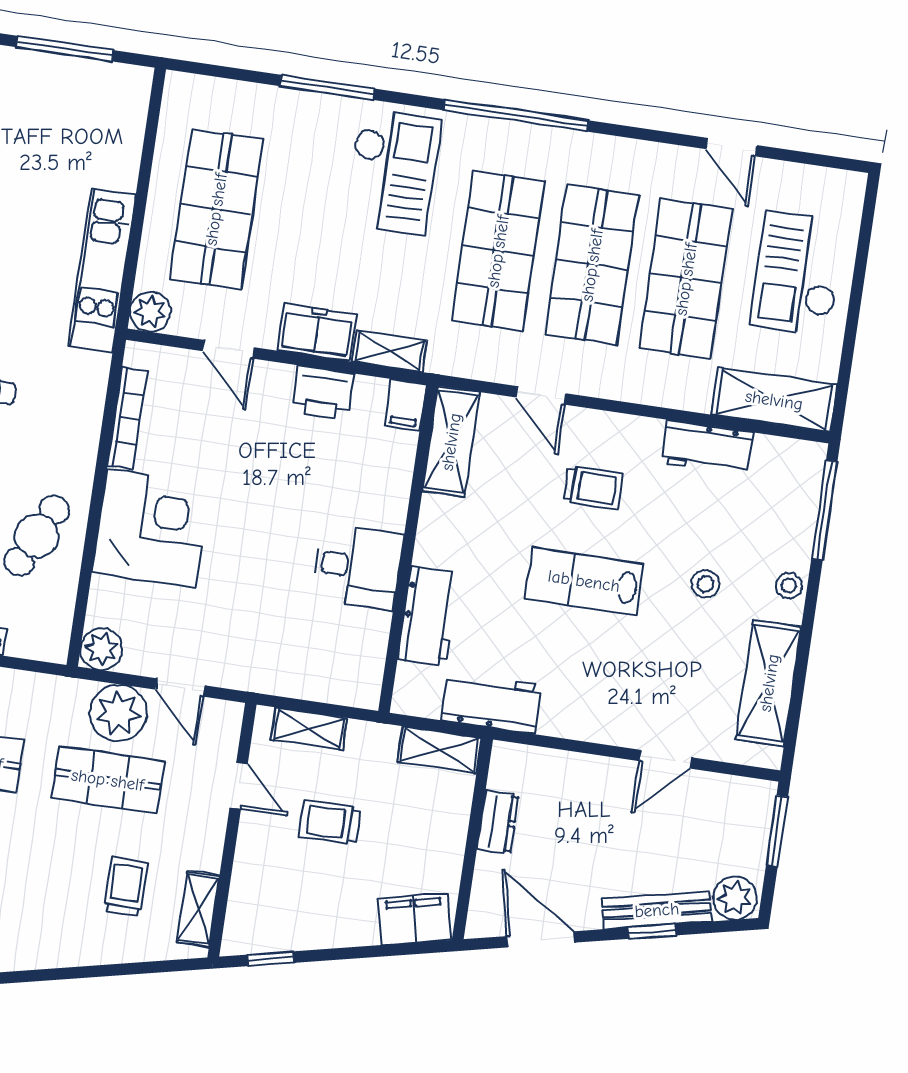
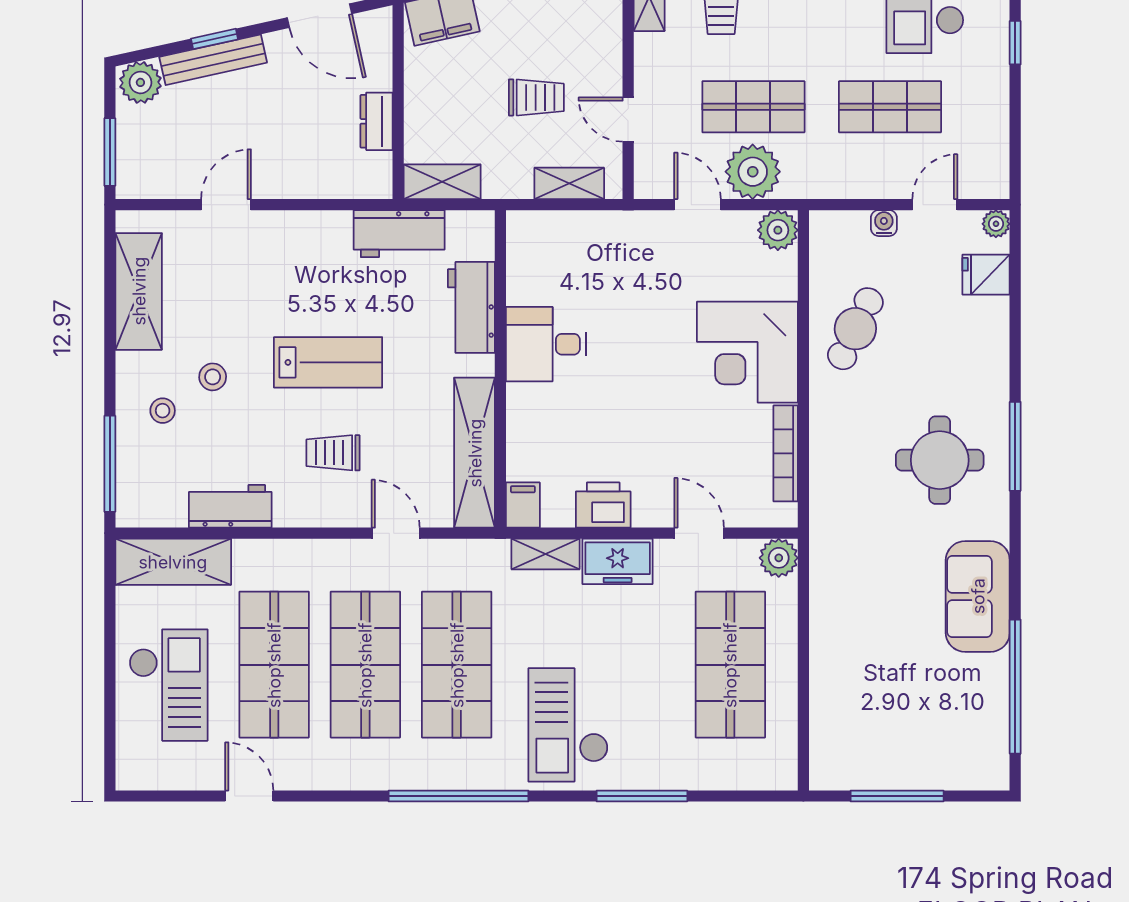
kitchen unit: (102, 270) -> (831, 590), removed
shelving: (451, 442) -> (475, 453), width x1.47
stool: (789, 586) -> (163, 411), moved

